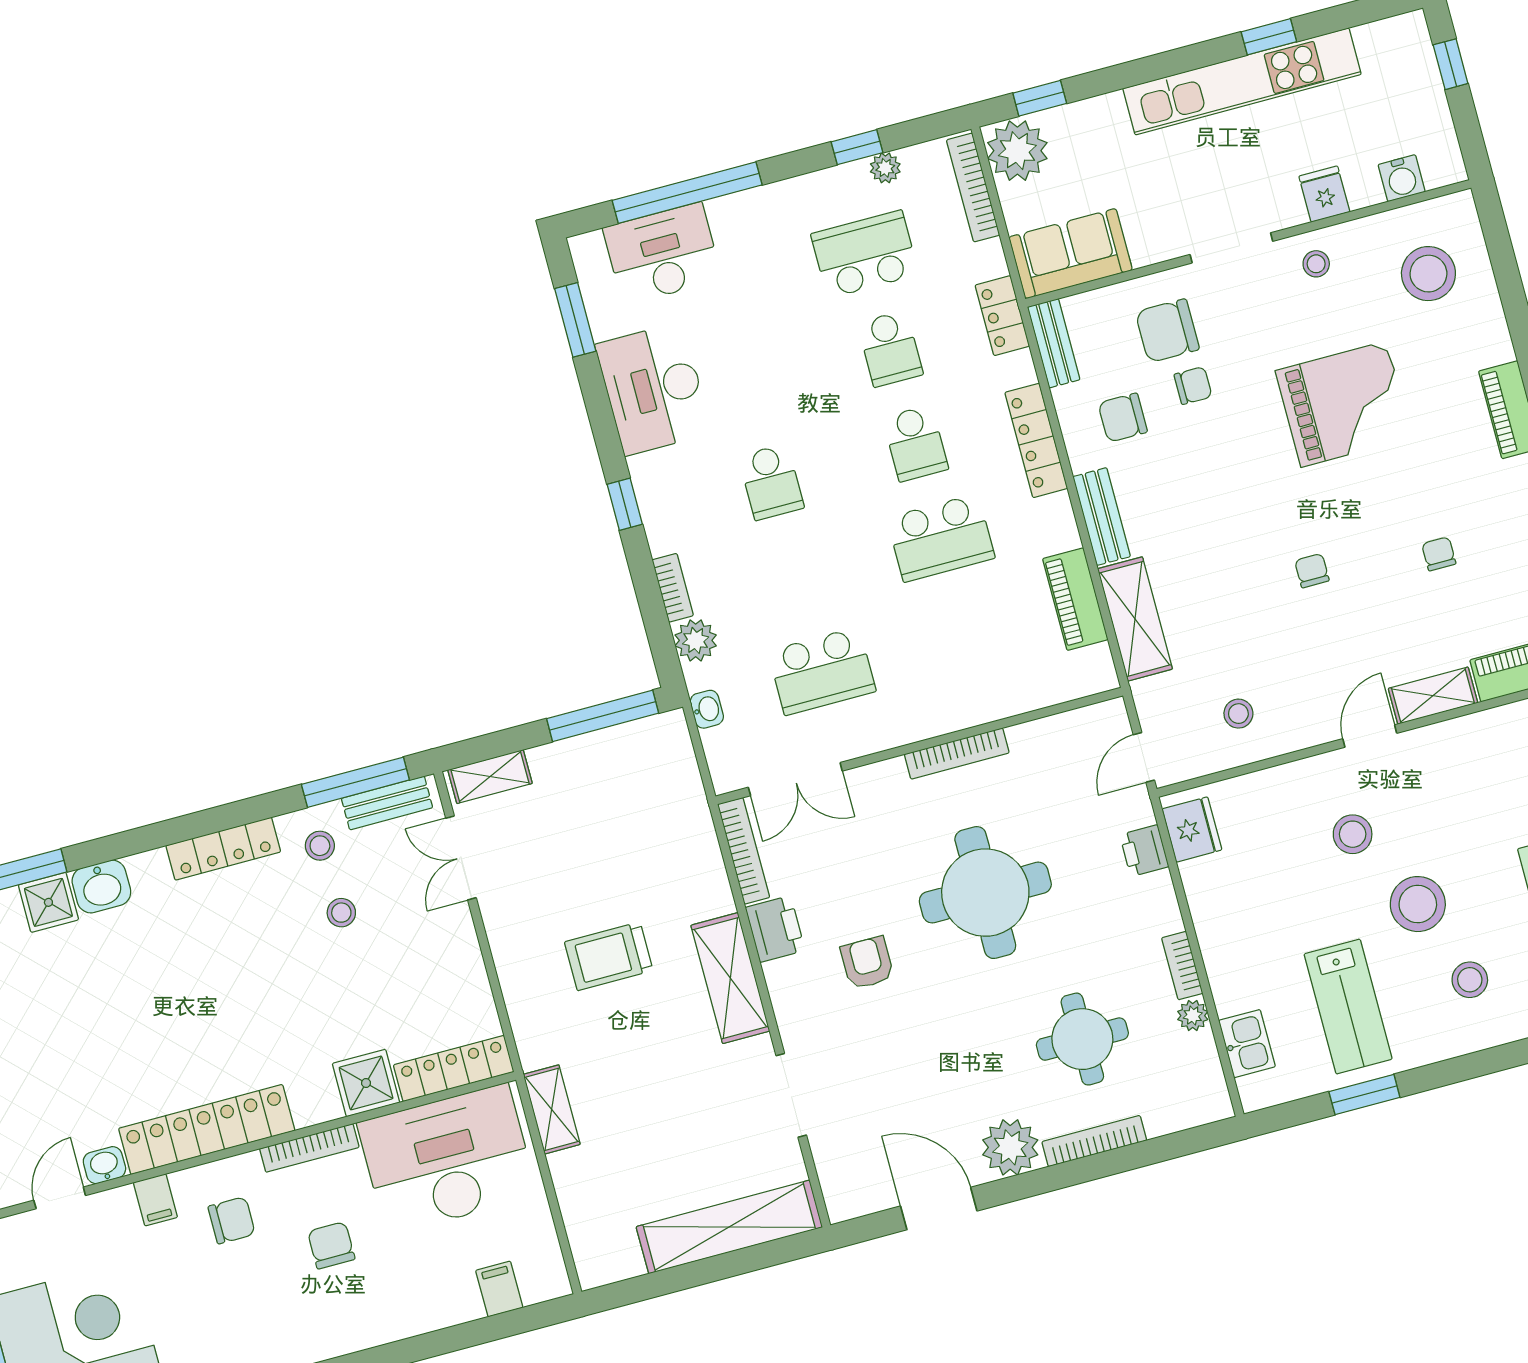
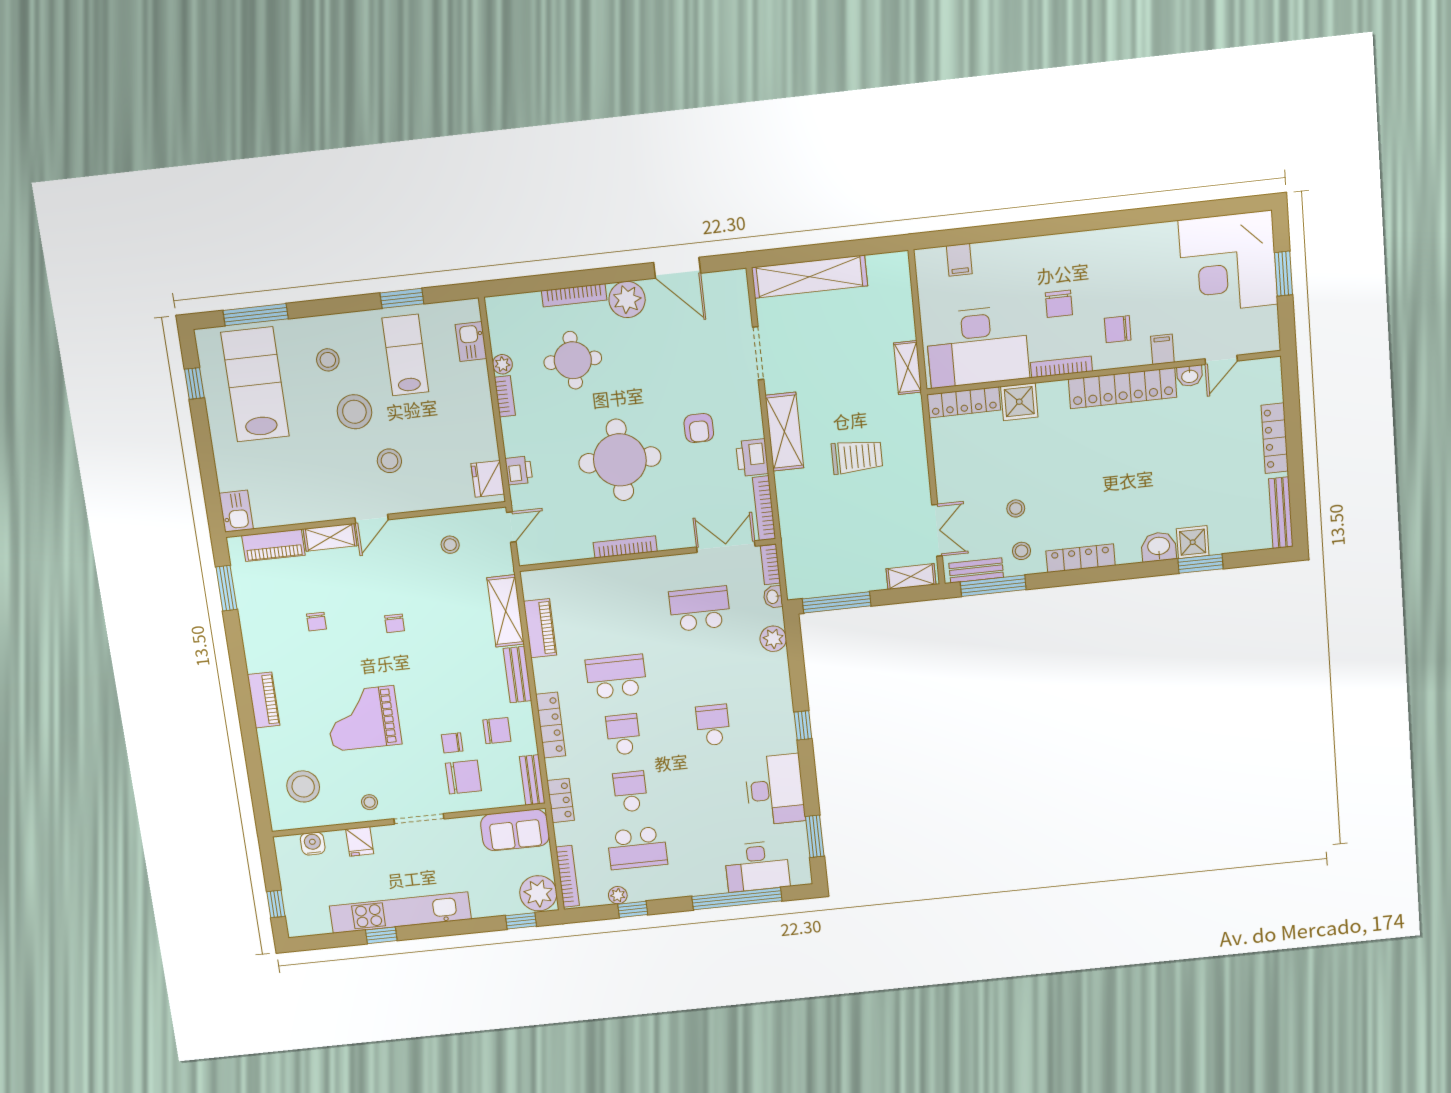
bookcase: (673, 588) -> (770, 565), moved

